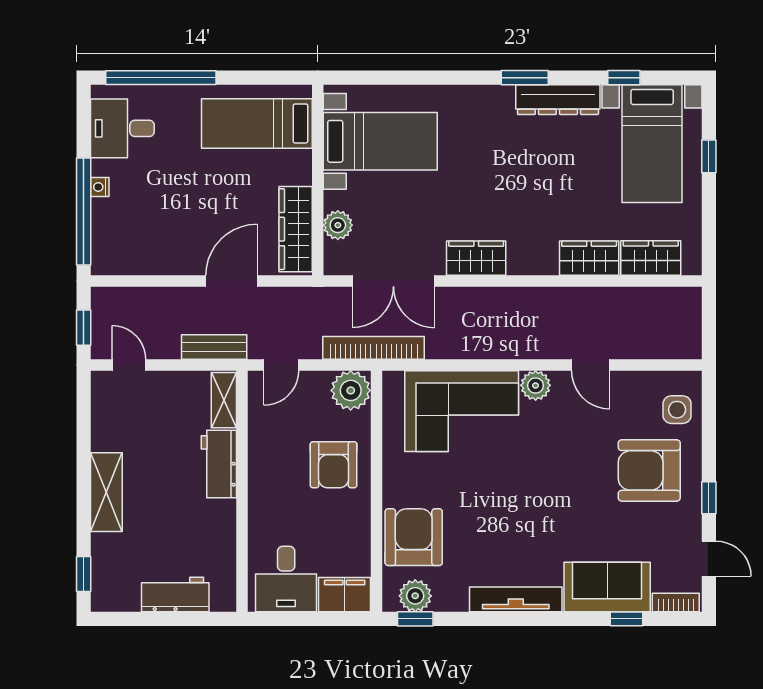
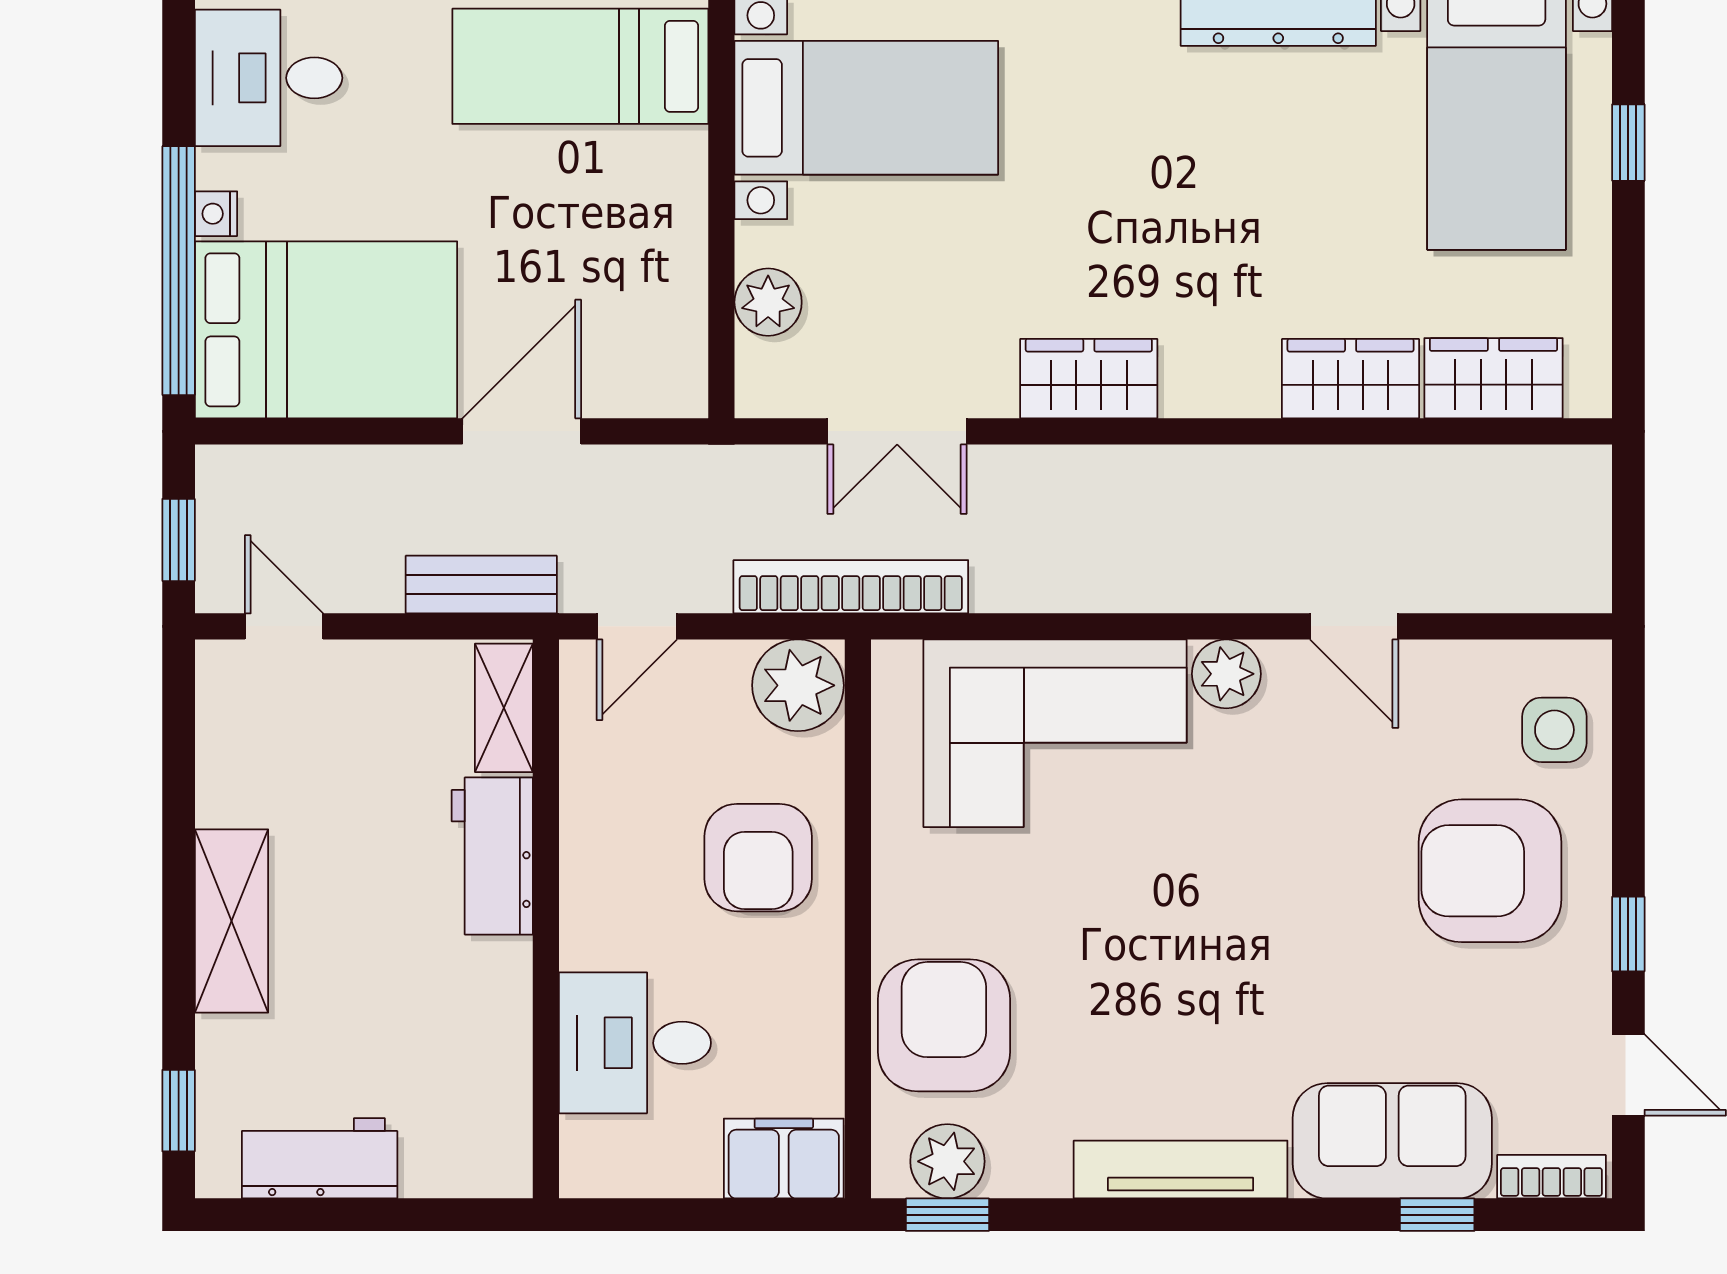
wardrobe: (296, 229) -> (670, 311), removed
bed: (147, 237) -> (326, 330), added
double door: (393, 281) -> (897, 431), width x0.73
desk: (286, 579) -> (635, 1043), moved, turned 90
workbench: (175, 594) -> (320, 1158), moved

